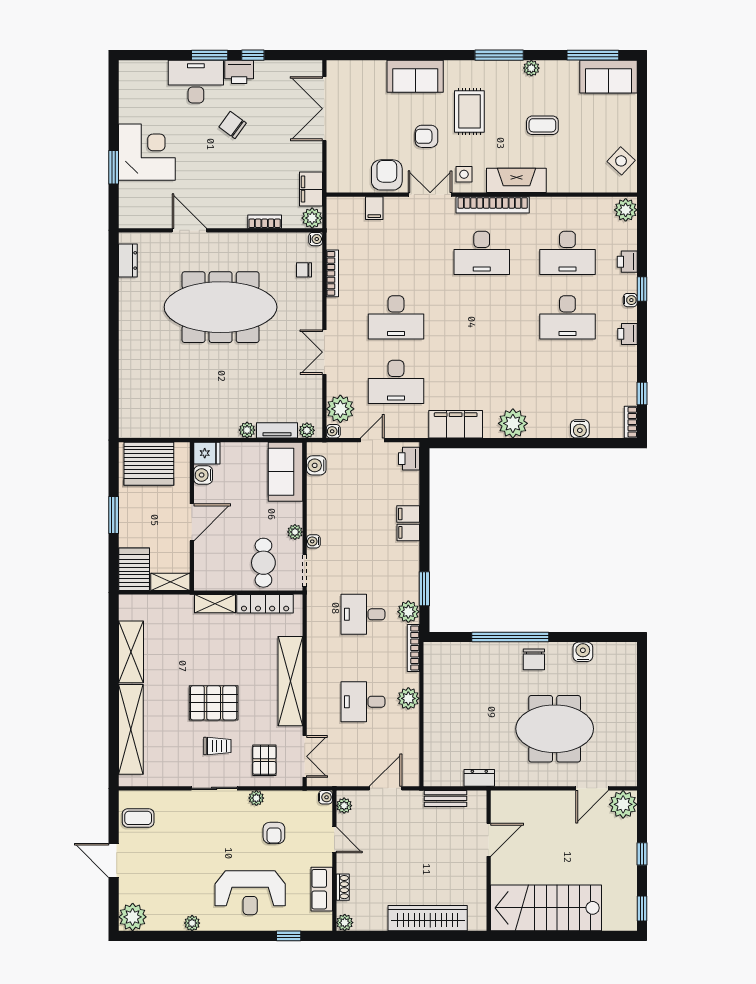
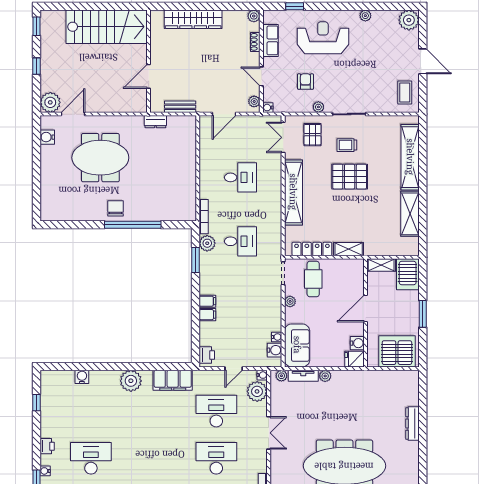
dresser: (128, 365) -> (412, 424), added
bookcase: (631, 422) -> (45, 382), removed
water cooler: (313, 541) -> (277, 337), moved
water cooler: (583, 652) -> (47, 137), moved, turned 90
plant: (408, 698) -> (207, 180), removed
coffee table: (138, 818) -> (405, 92), turned 90

